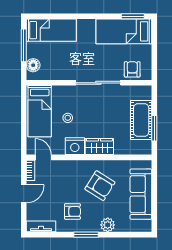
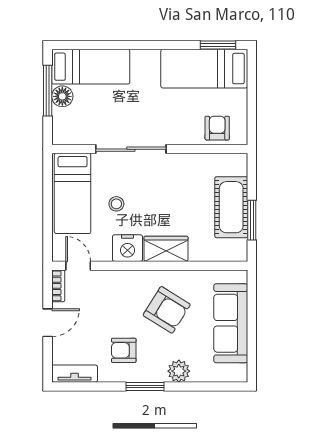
floor lamp: (33, 65) -> (62, 96), moved
sliding door: (98, 83) -> (131, 149), moved
armchair: (72, 211) -> (124, 350), turned 180

